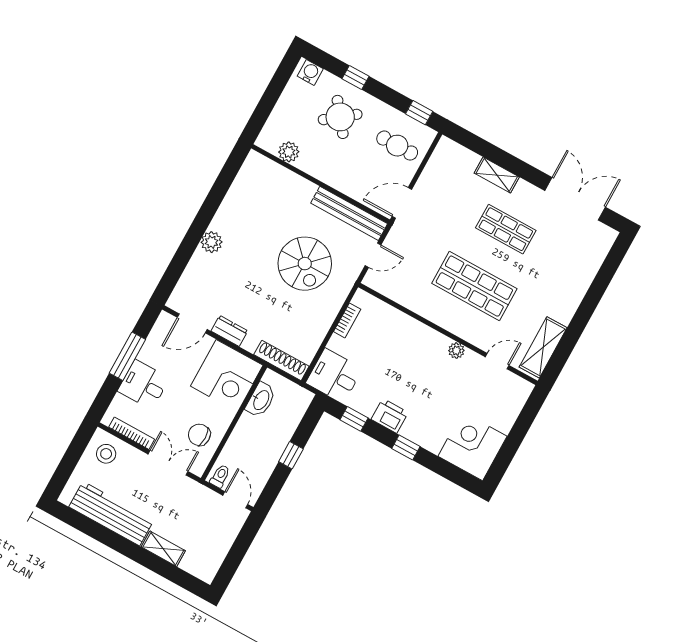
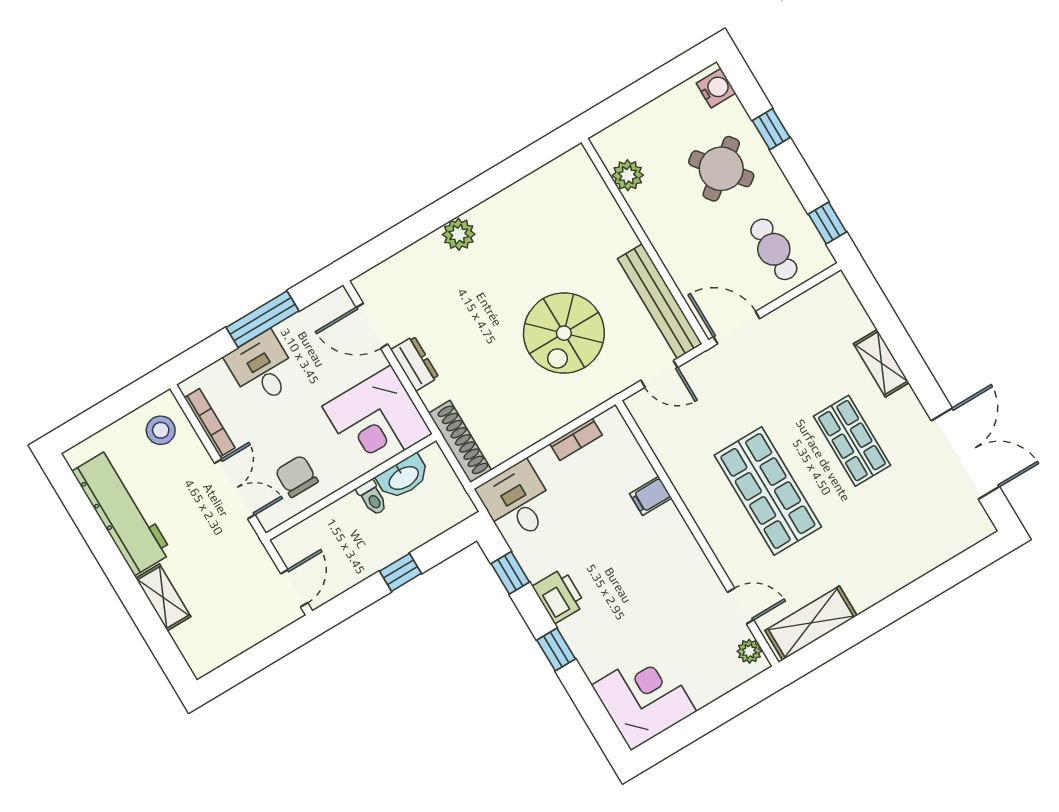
filing cabinet: (409, 328) -> (651, 496), added
plant: (456, 351) -> (749, 651), moved
toilet: (220, 476) -> (372, 498), moved, turned 90

